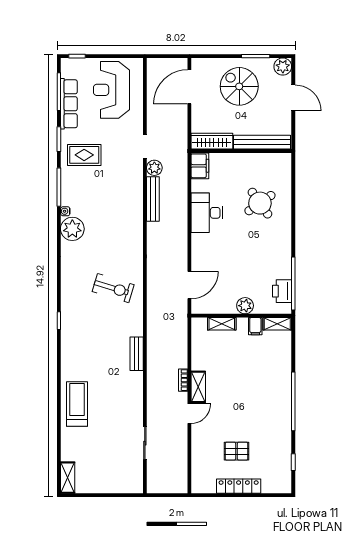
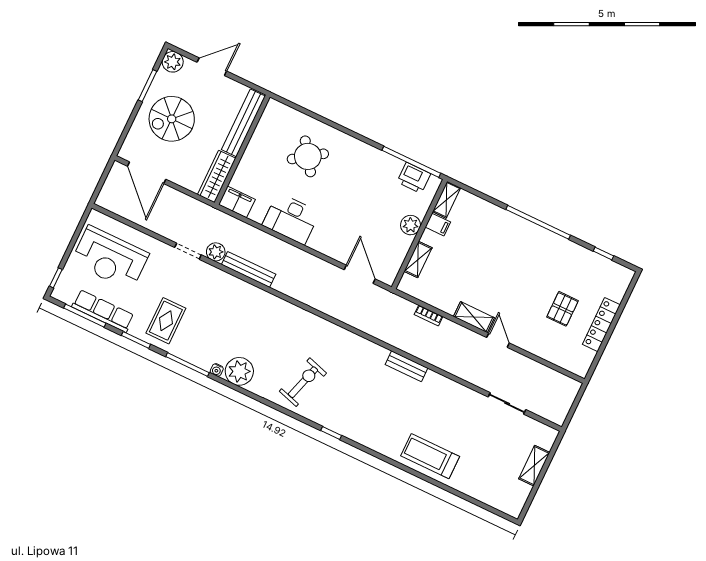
exercise bike: (113, 288) -> (303, 382), moved
bookcase: (183, 380) -> (429, 315), moved
shelving: (68, 478) -> (534, 466), moved, turned 90

